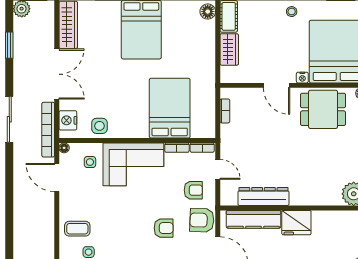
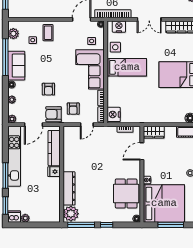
wardrobe: (229, 49) -> (154, 132), moved
double door: (57, 74) -> (149, 19), width x0.73
door: (276, 85) -> (142, 151), moved
bed: (170, 108) -> (127, 67), moved, width x0.67
nightstand: (202, 128) -> (114, 114), added
dresser: (263, 197) -> (69, 188), moved
armchair: (202, 220) -> (54, 114), turned -92
fridge: (296, 223) -> (54, 172), width x0.53, depth x0.75

